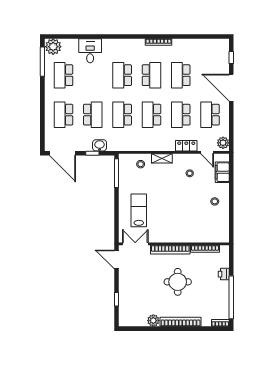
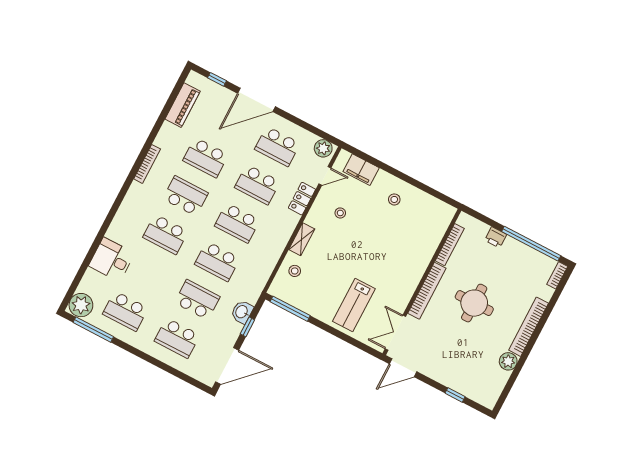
piano: (205, 45) -> (183, 105), added
lab bench: (139, 210) -> (354, 305), turned -90

